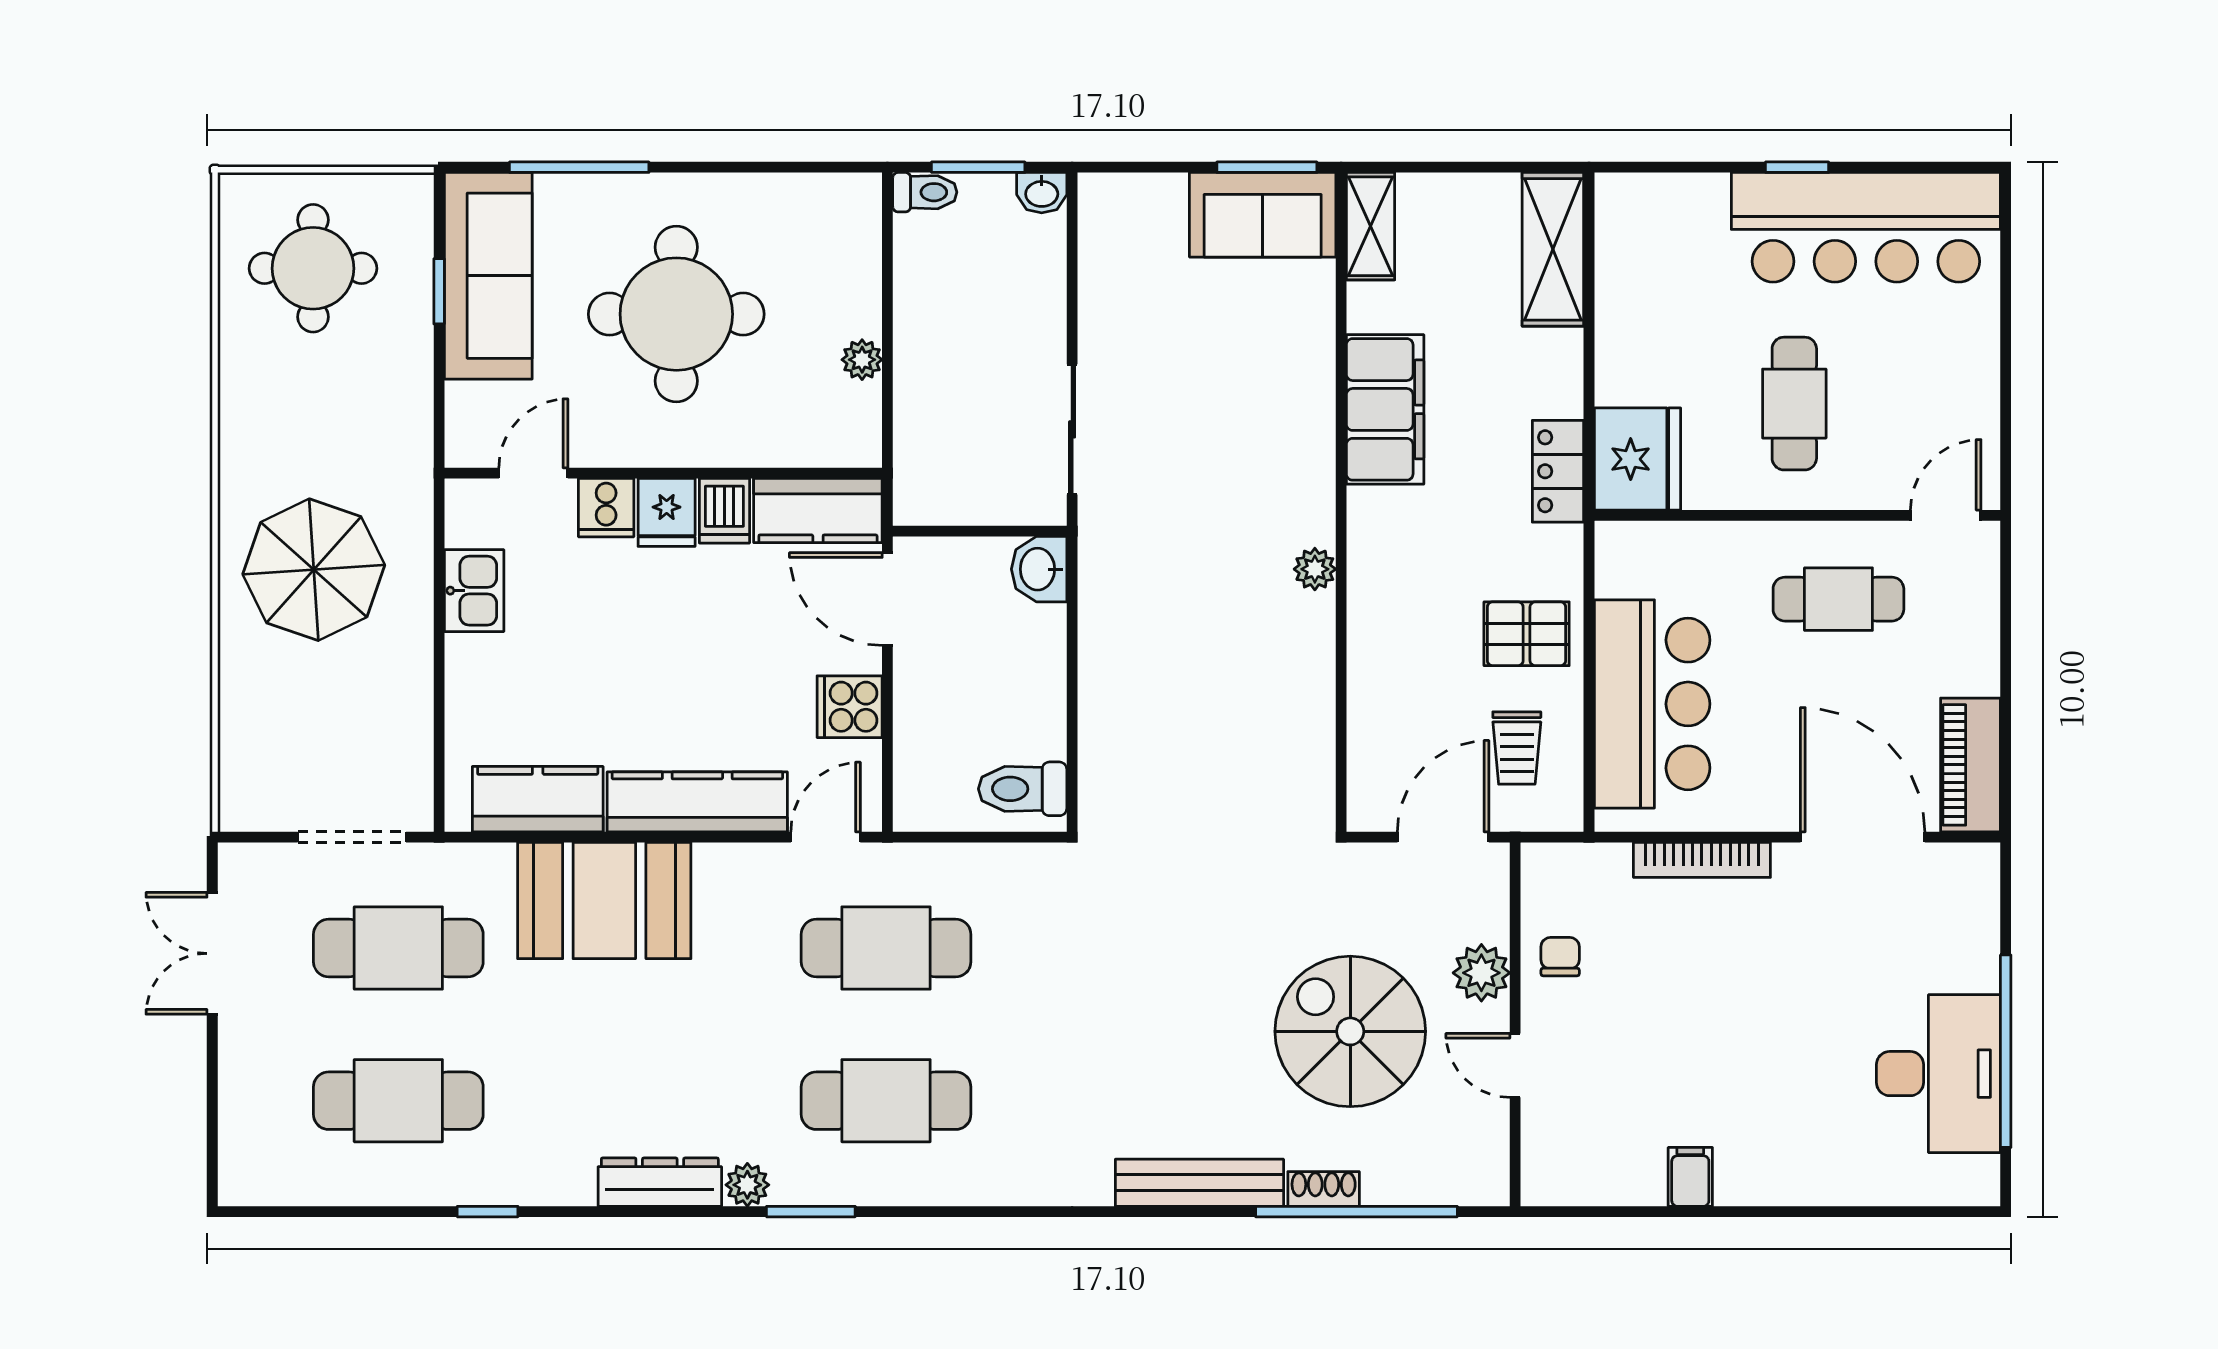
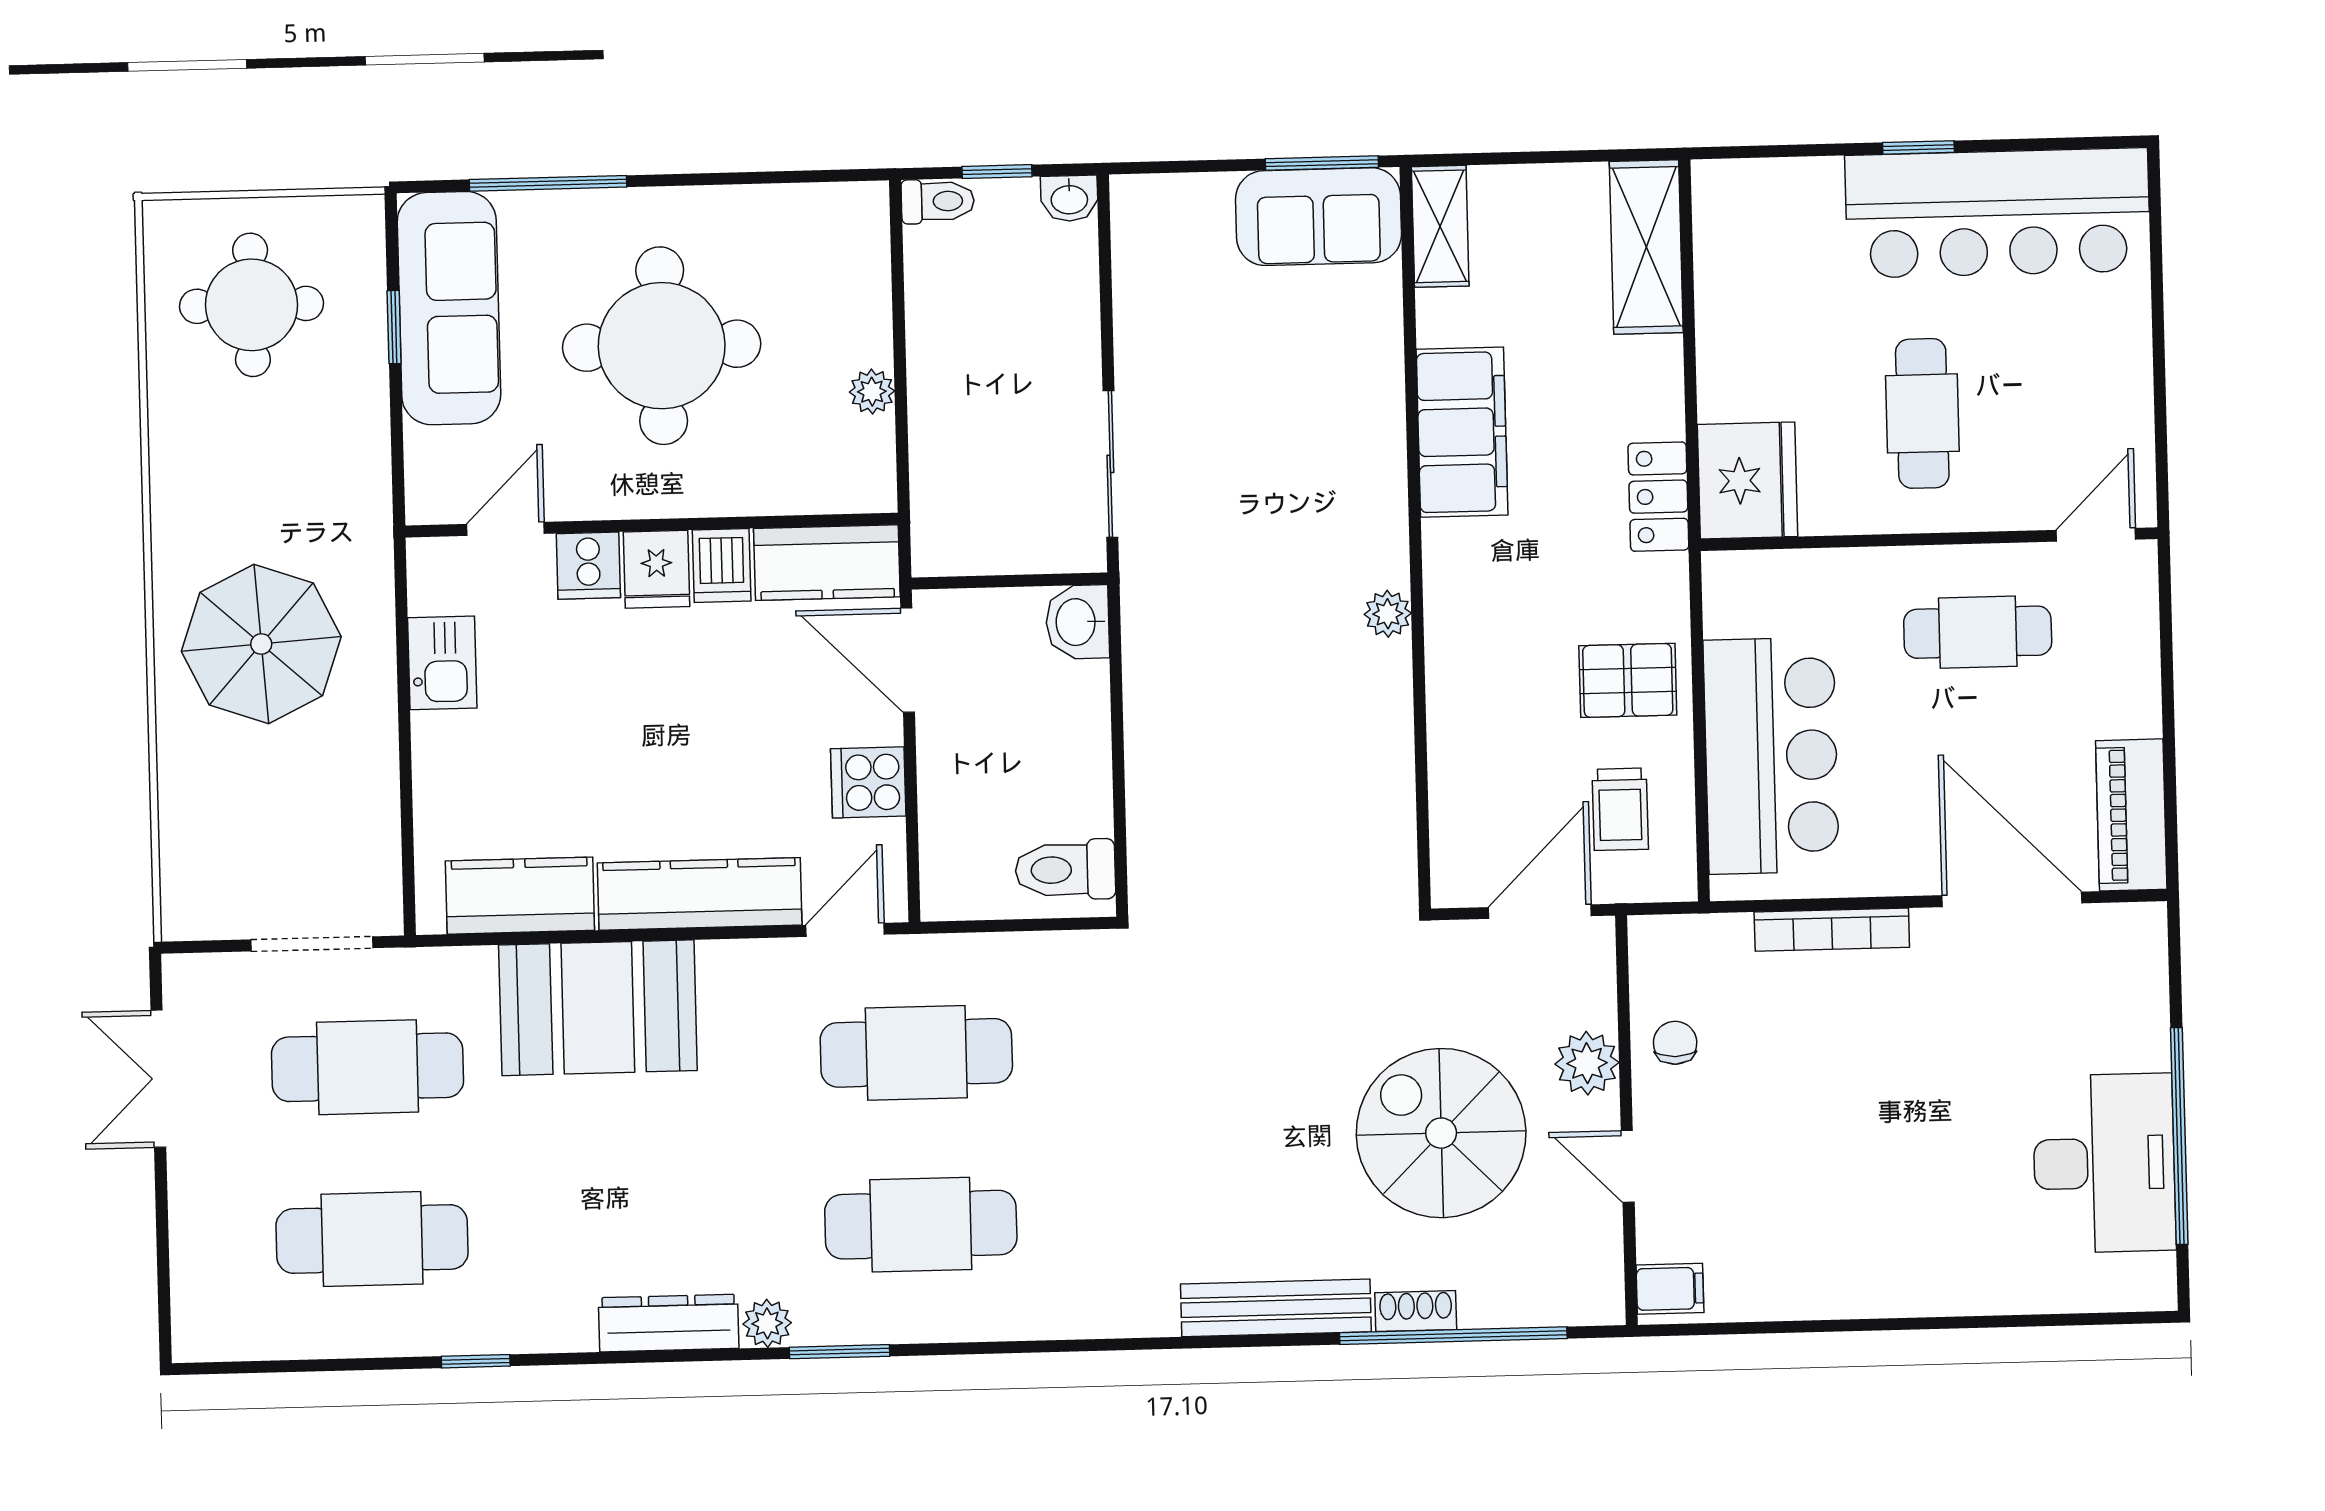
window: (978, 167) -> (997, 172), width x0.67
filing cabinet: (1690, 1177) -> (1670, 1289), moved, turned 90

